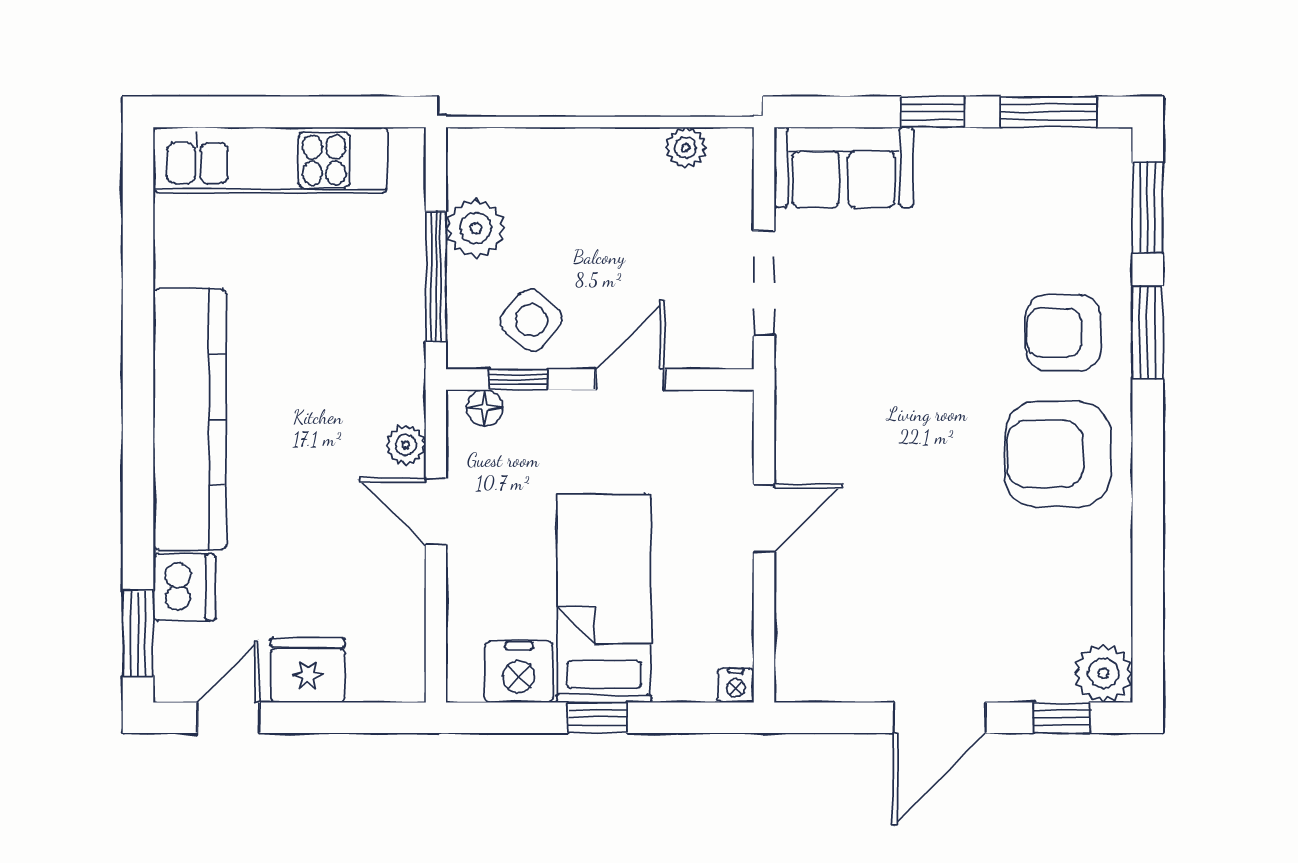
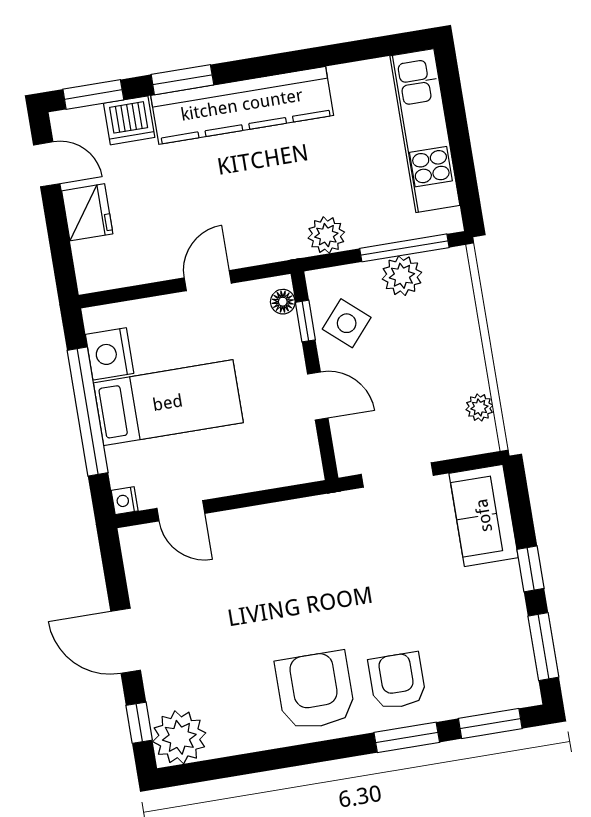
window: (436, 277) -> (404, 248), moved
plant: (406, 445) -> (326, 235), moved, width x1.38, depth x1.38
window: (138, 500) -> (182, 80), added
door: (764, 518) -> (181, 511), moved
plant: (1103, 673) -> (179, 737), width x1.36, depth x1.36
window: (597, 718) -> (88, 411), width x3.17

